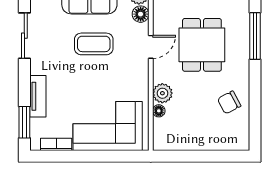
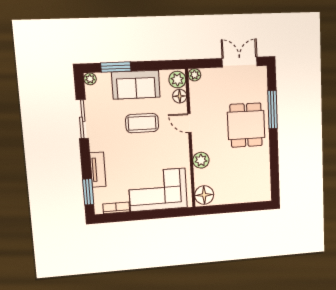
dining table: (202, 45) -> (246, 125), moved
door: (151, 47) -> (189, 123), swing flipped
chair: (229, 102) -> (254, 164), removed
floor lamp: (159, 111) -> (204, 195), moved, width x1.89, depth x1.89

